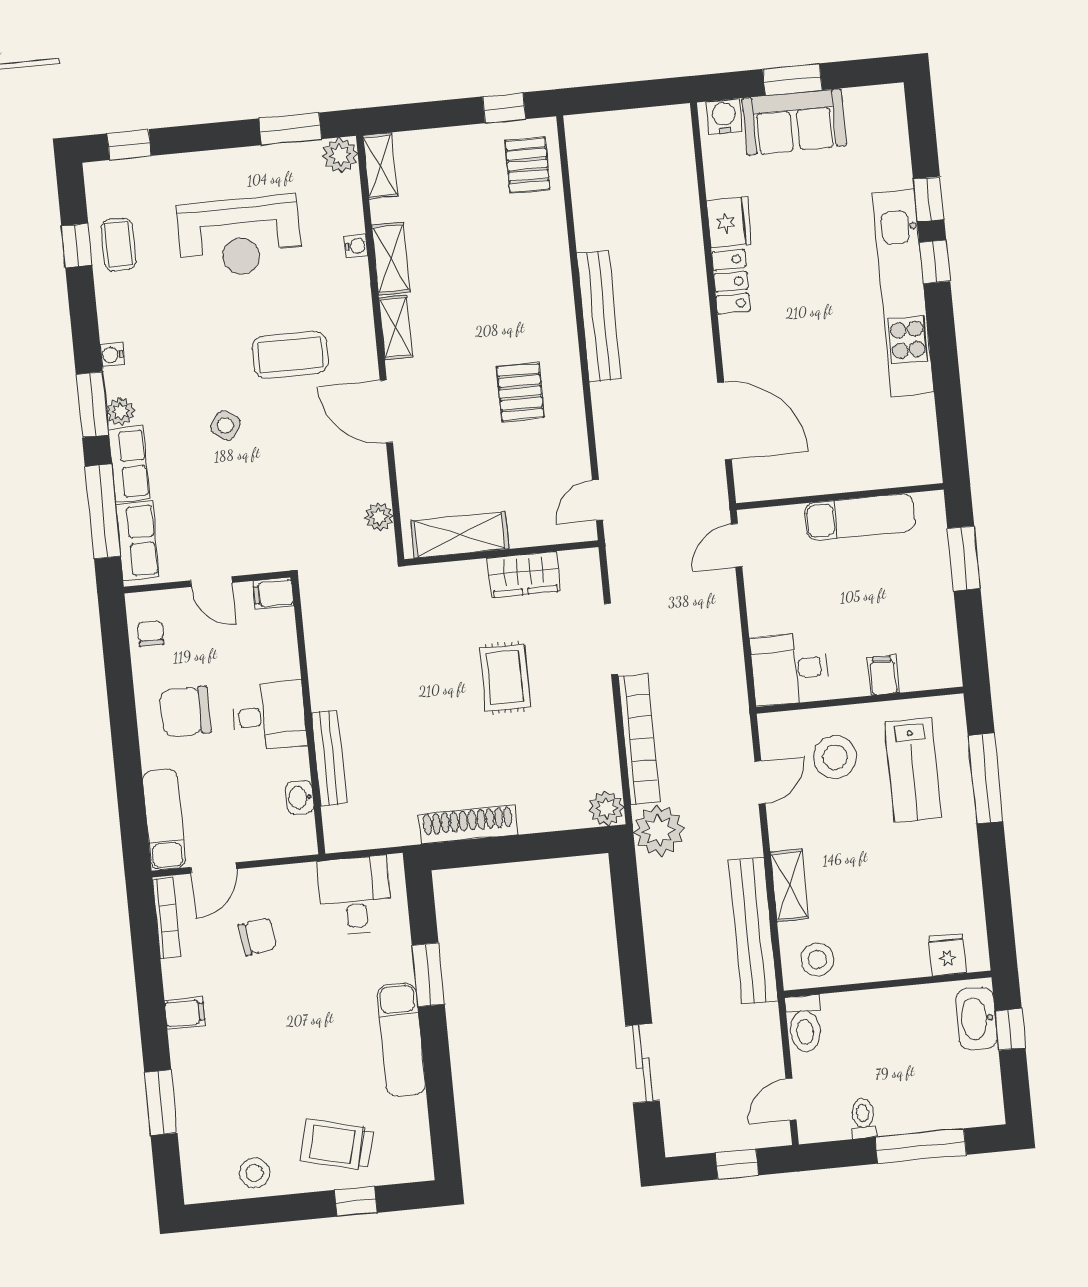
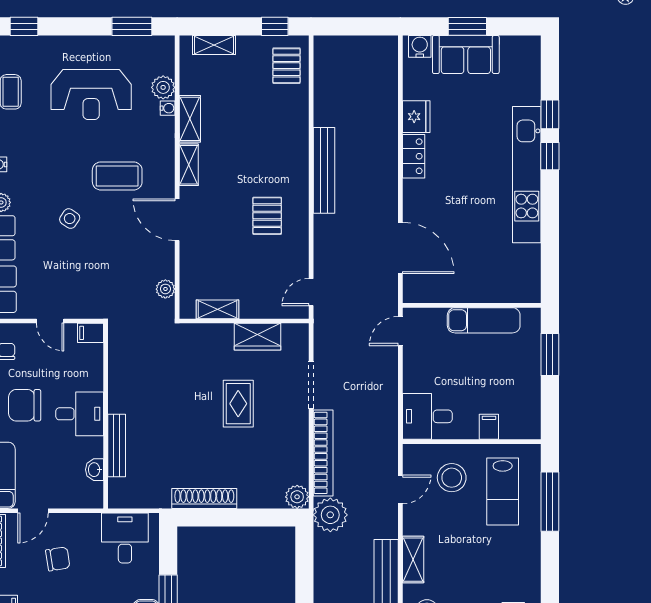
plant: (340, 155) -> (163, 87), moved
shelving: (380, 166) -> (214, 45), moved, turned 90
shelving: (460, 535) -> (218, 309), width x0.67, depth x0.75

